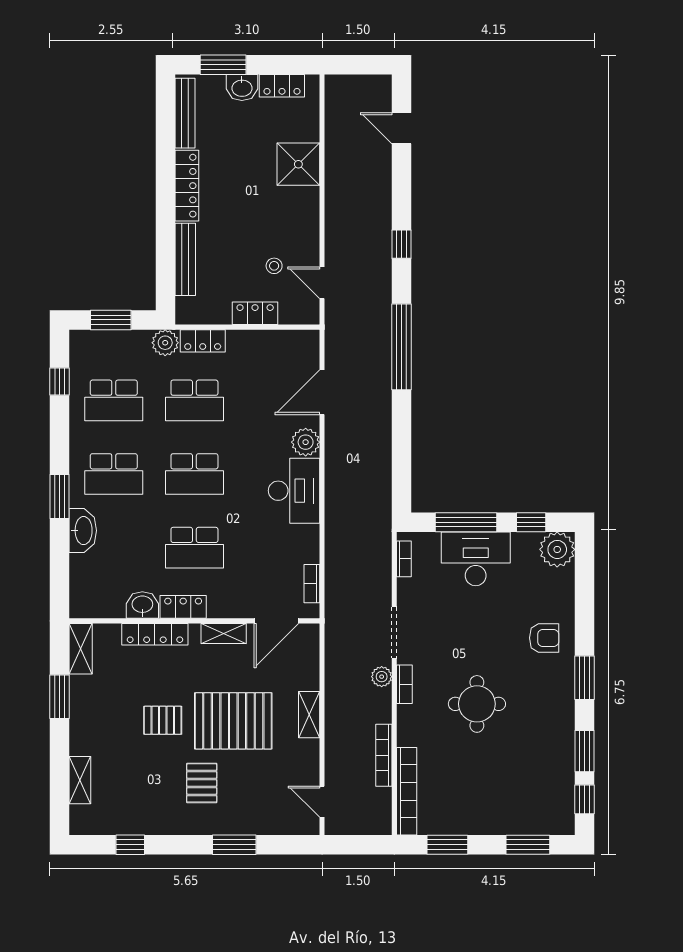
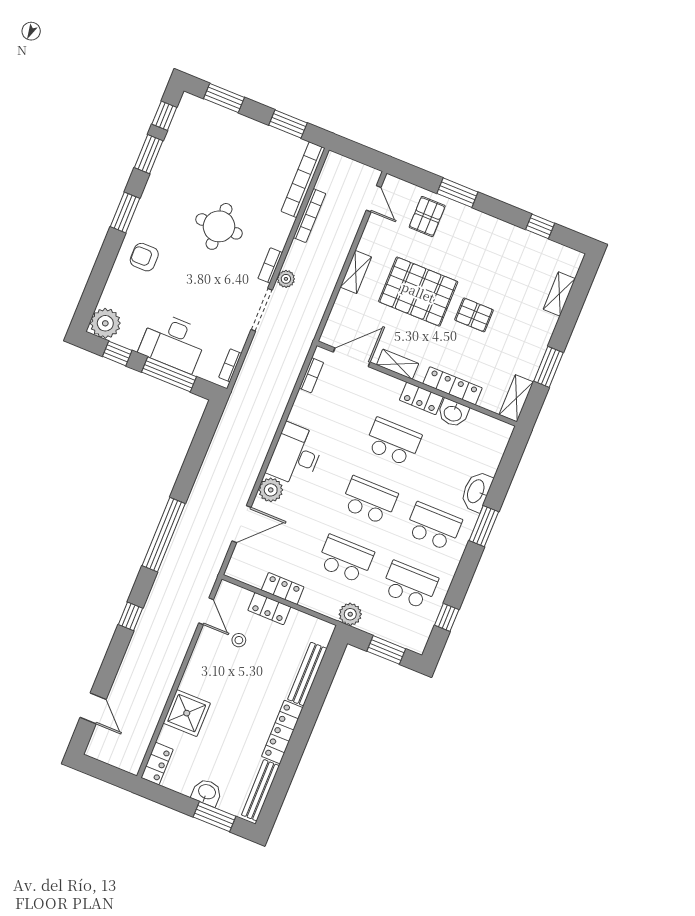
locker: (282, 86) -> (157, 764), moved, turned 90
locker: (203, 341) -> (283, 589), moved
pallet: (202, 783) -> (427, 217), moved

